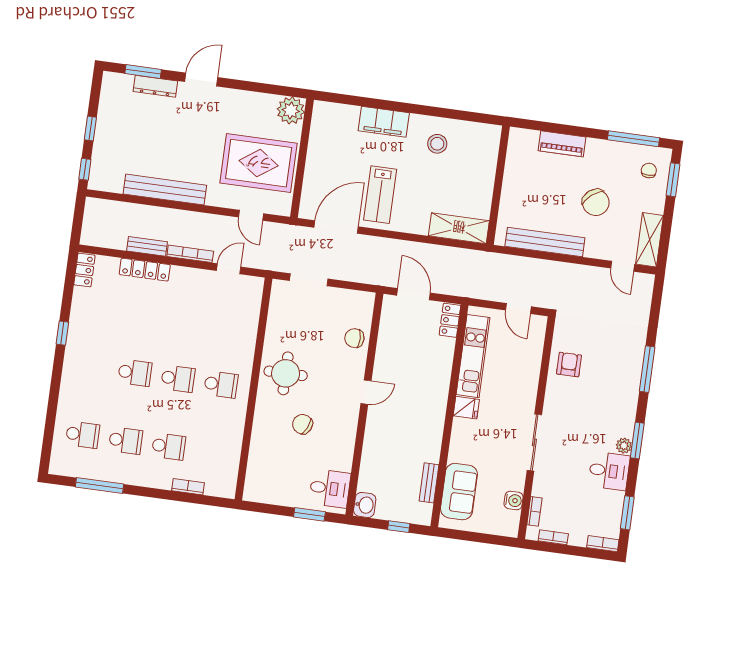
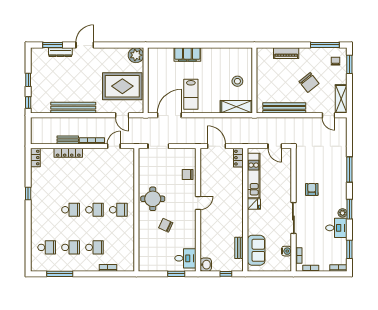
stool: (437, 144) -> (237, 81), moved
armchair: (569, 365) -> (312, 189), moved

